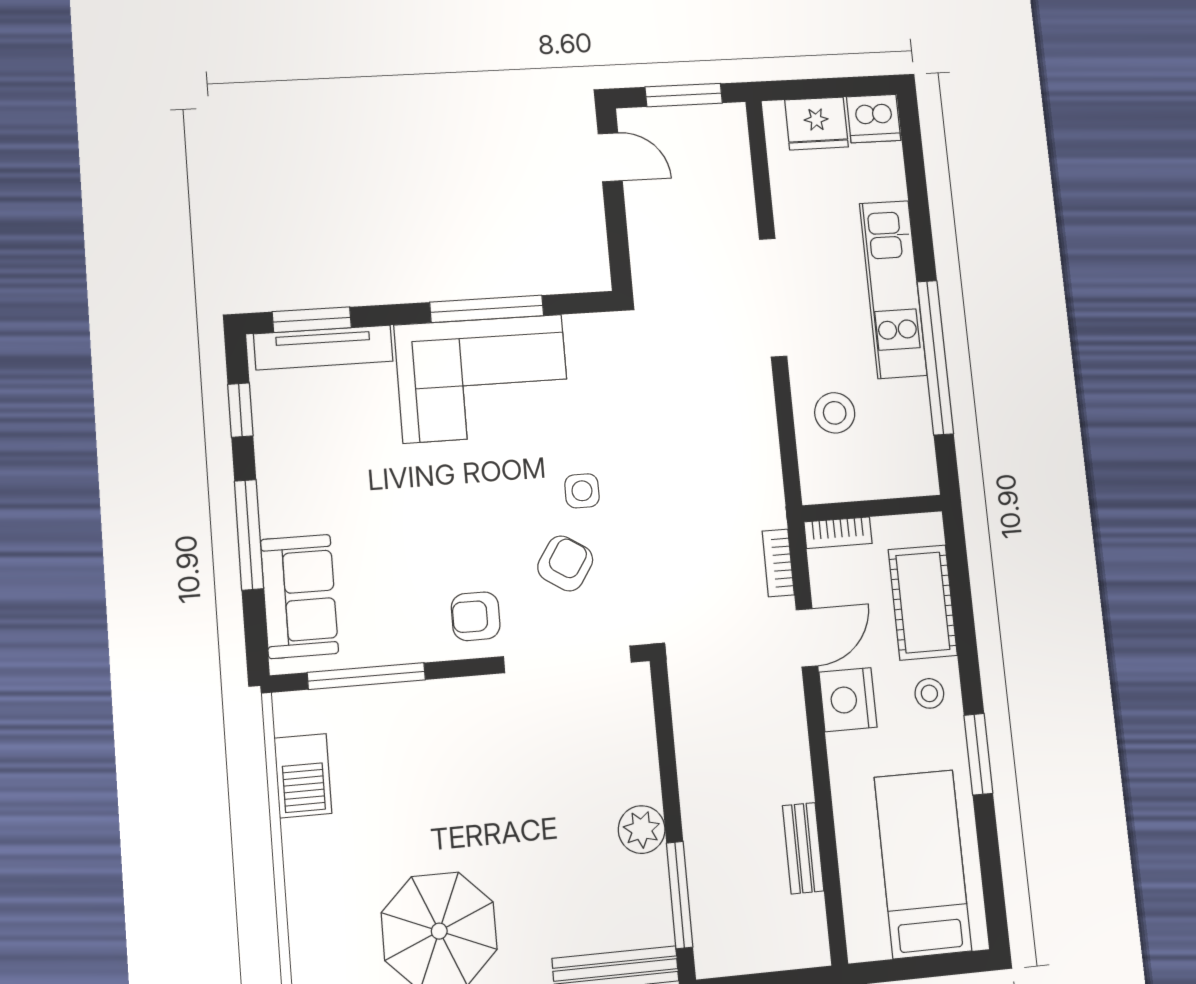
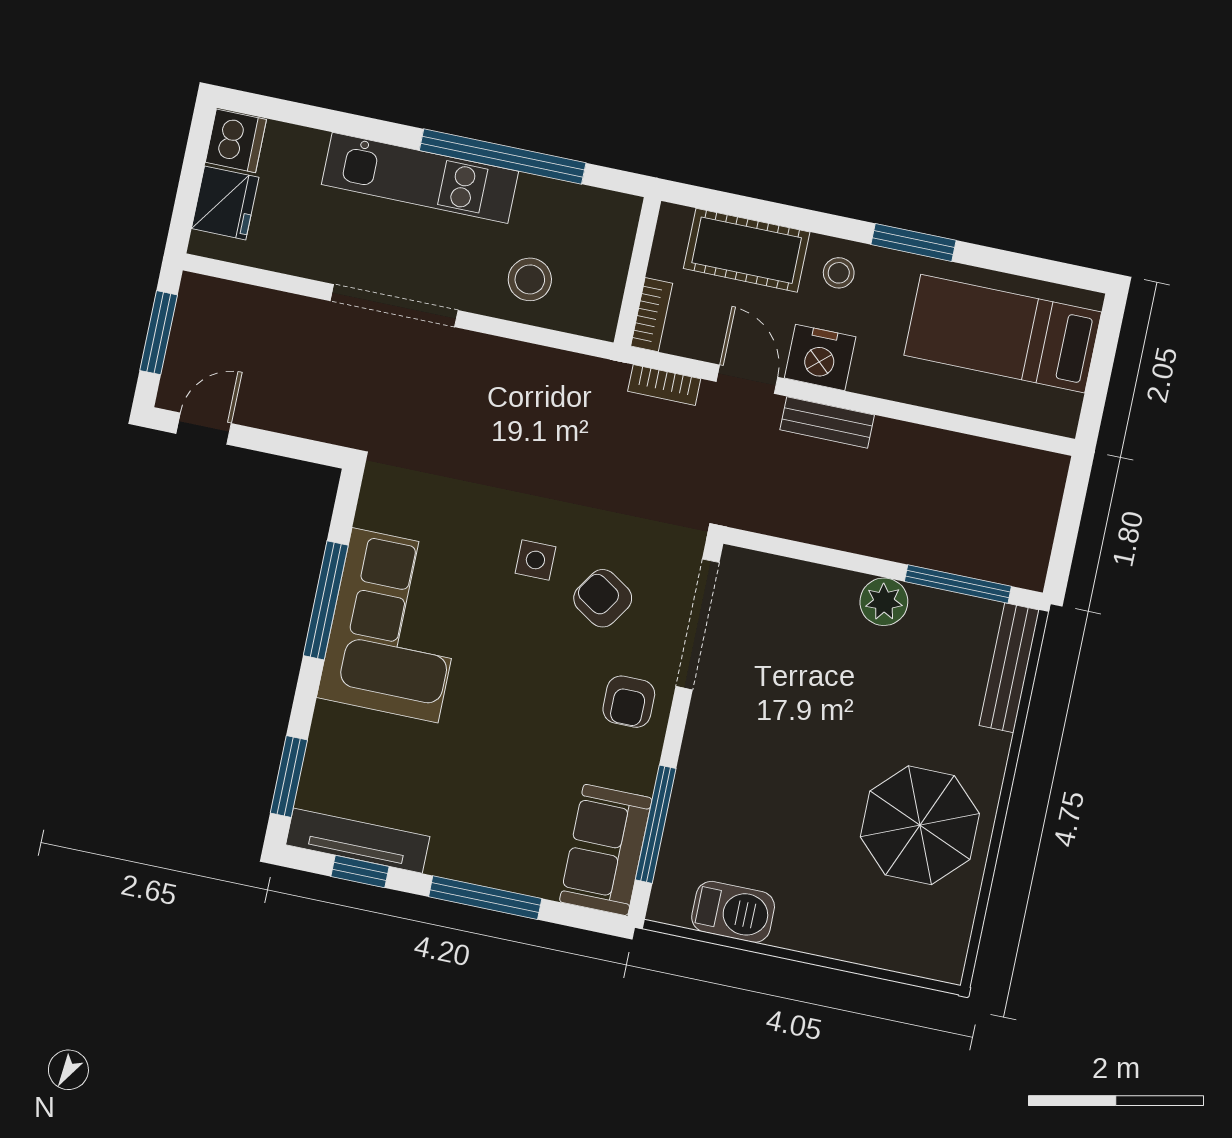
tv unit: (323, 348) -> (358, 841), moved, turned -90
sofa: (299, 596) -> (606, 850), moved, turned -90
bench: (803, 848) -> (827, 422), moved

